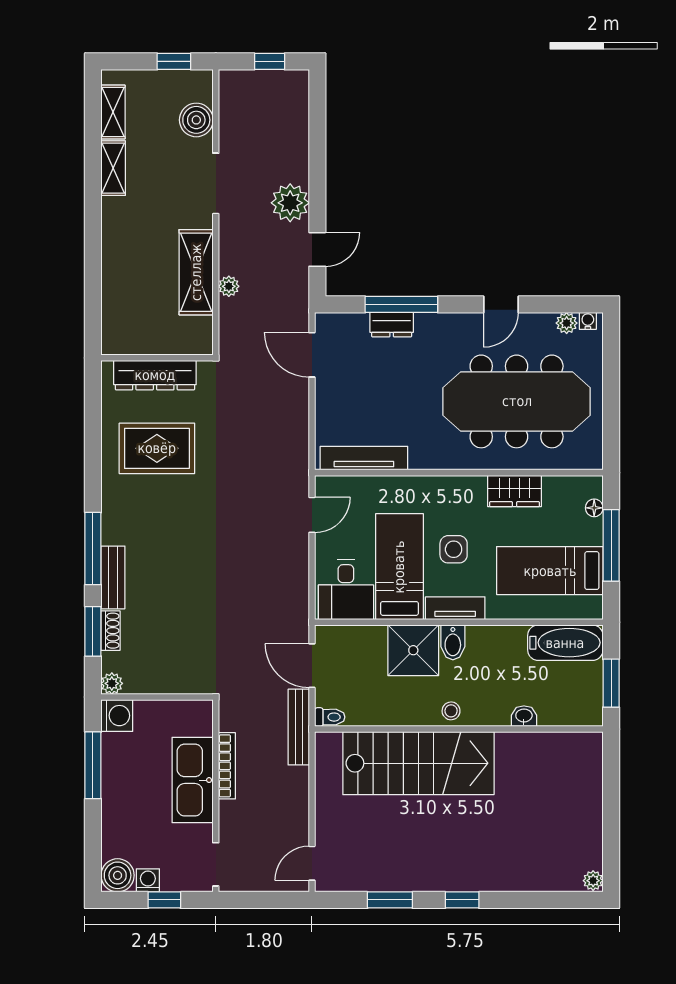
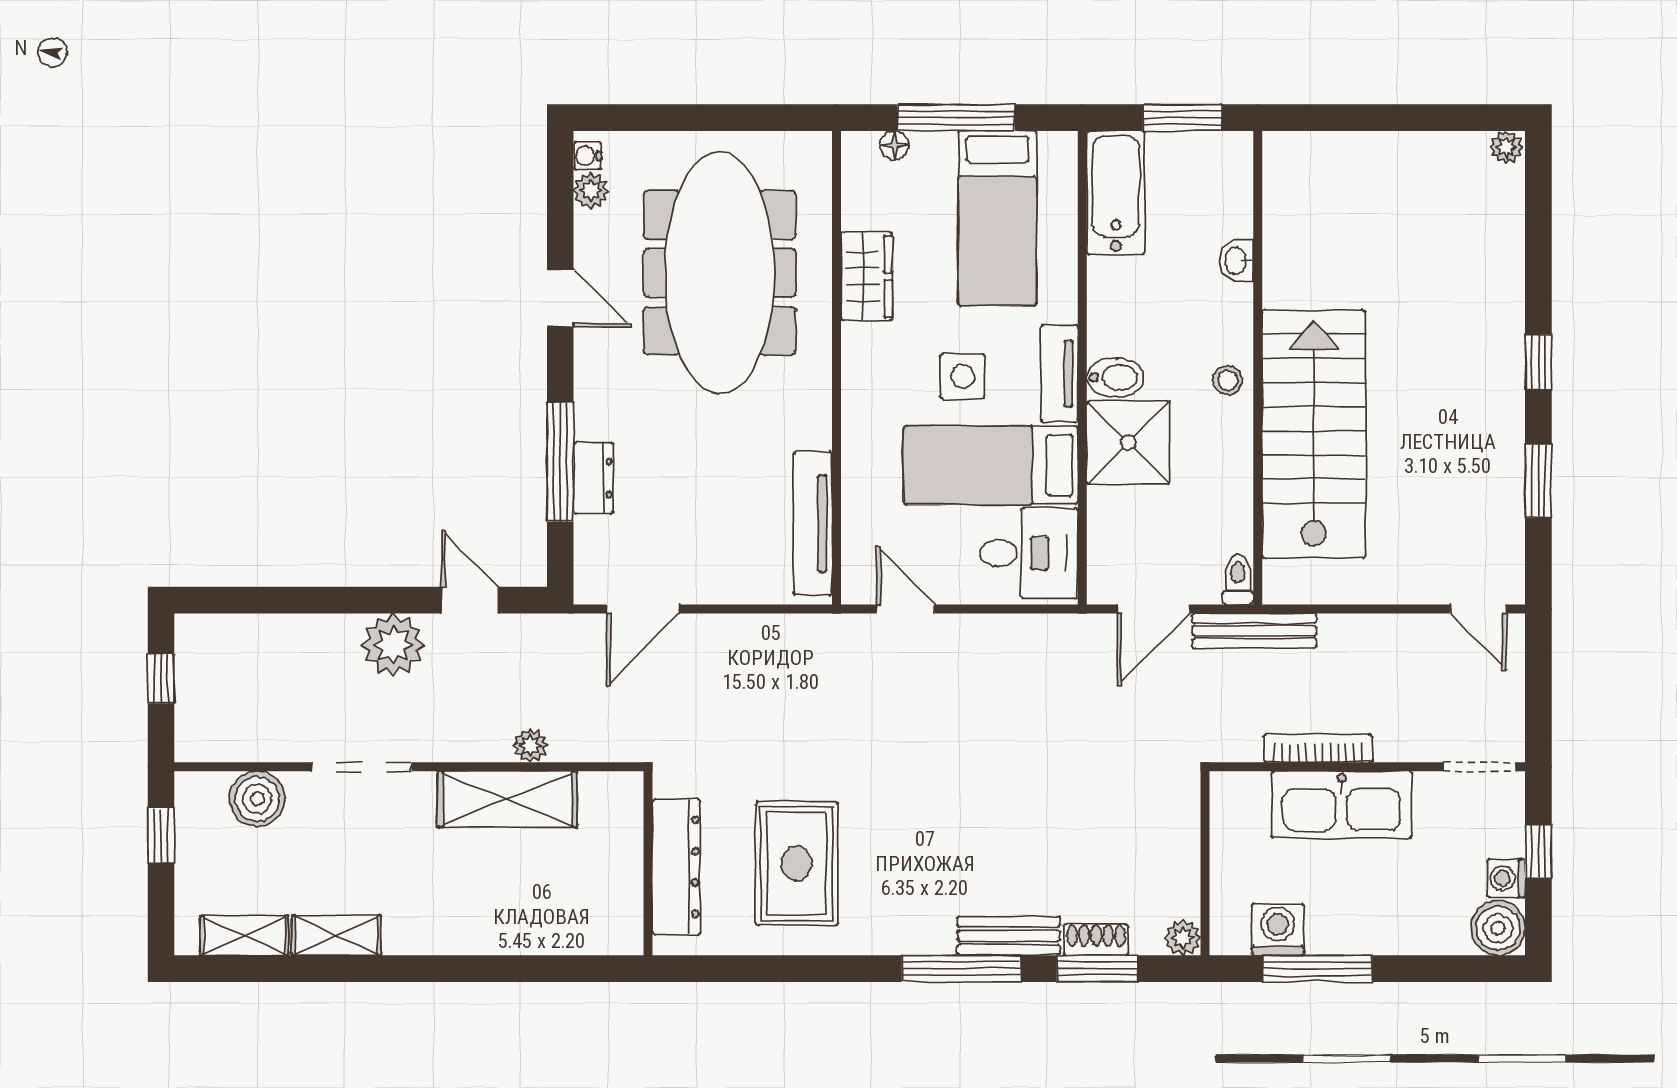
washing machine: (117, 716) -> (1278, 929), moved

